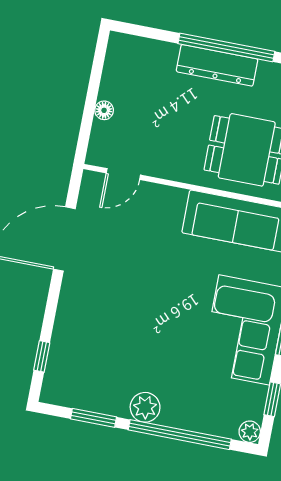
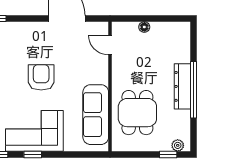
armchair: (156, 301) -> (41, 77), added

